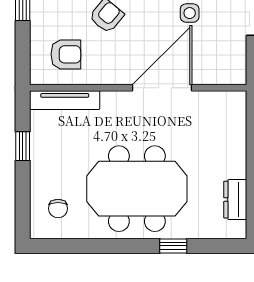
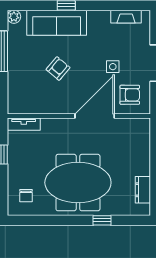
armchair: (66, 54) -> (130, 95), moved
tv unit: (65, 100) -> (24, 124), width x0.71

